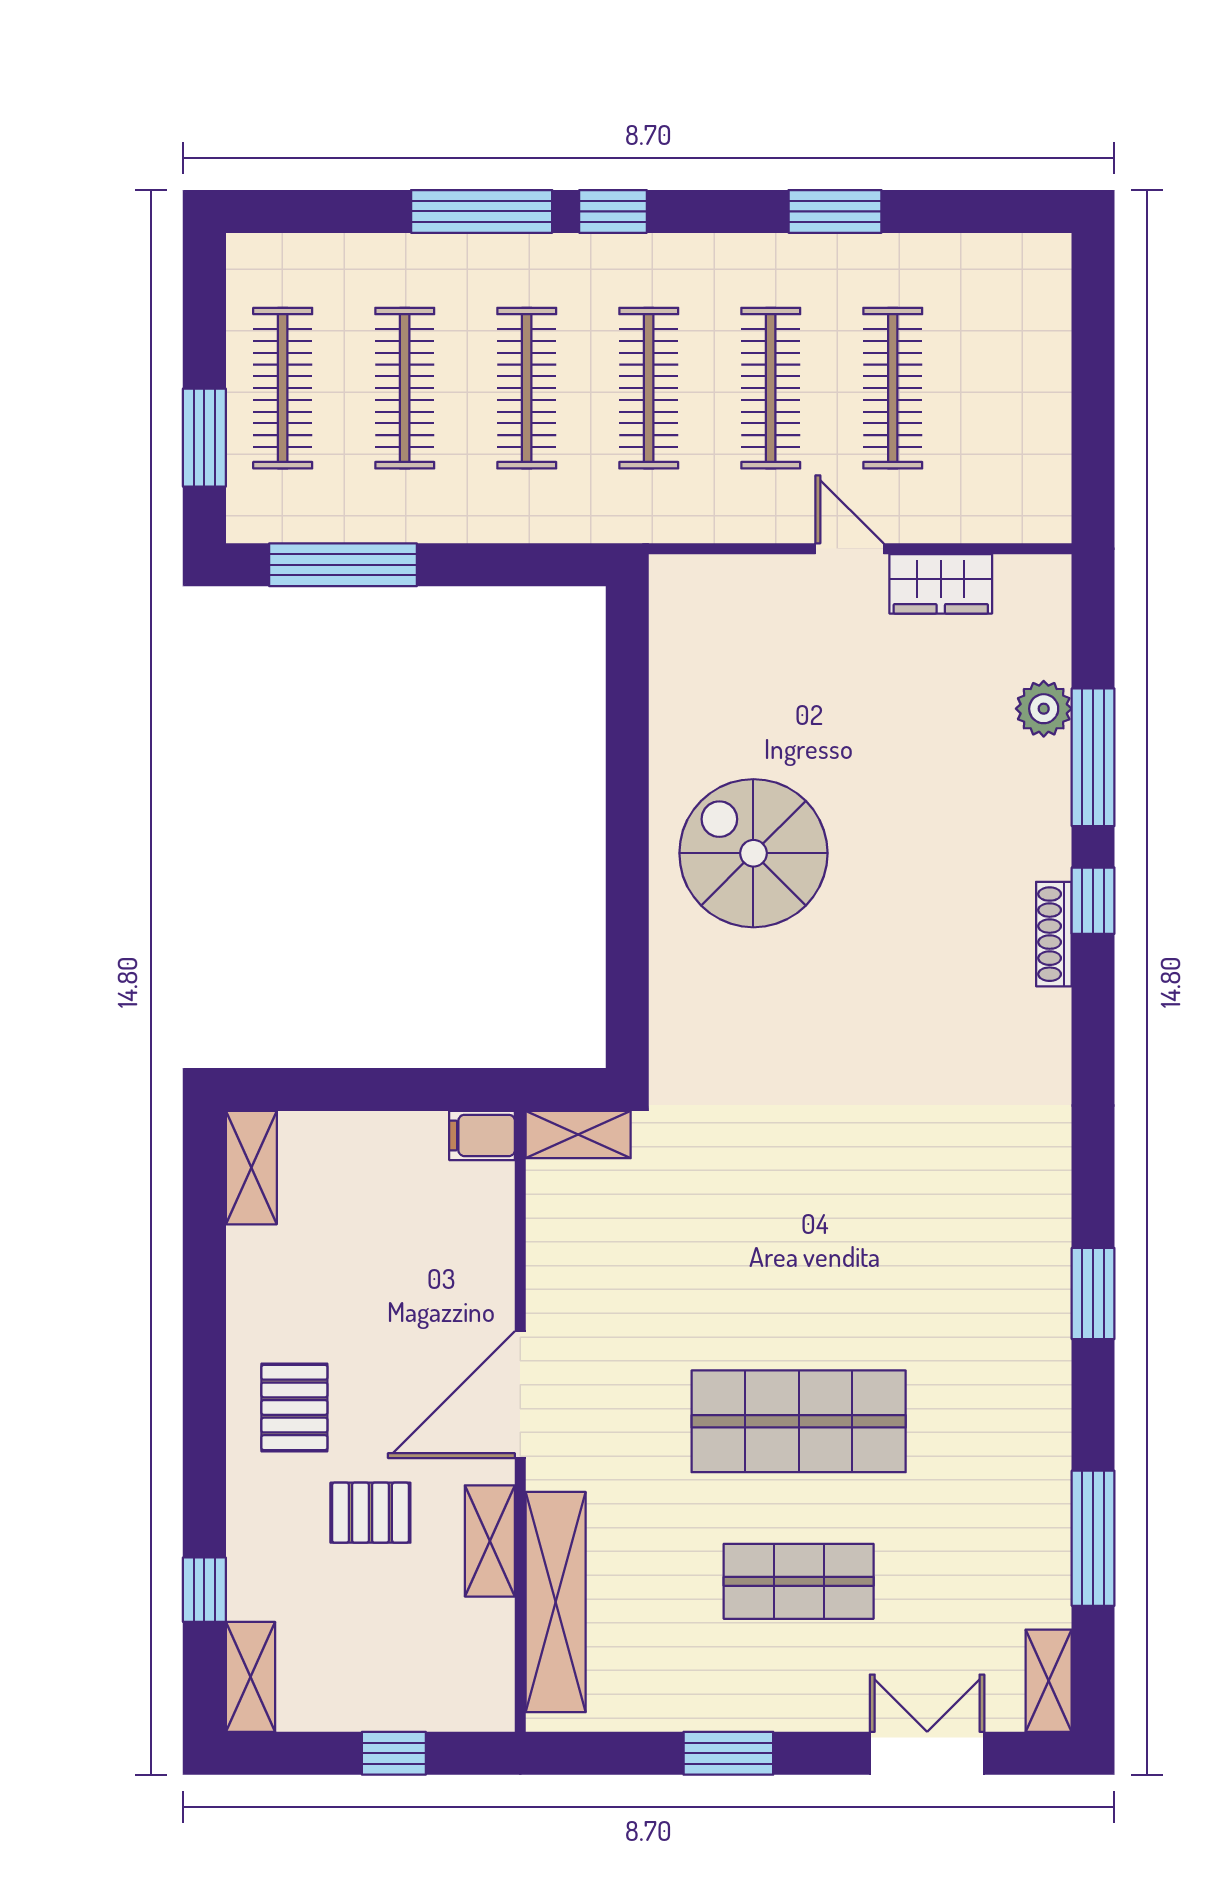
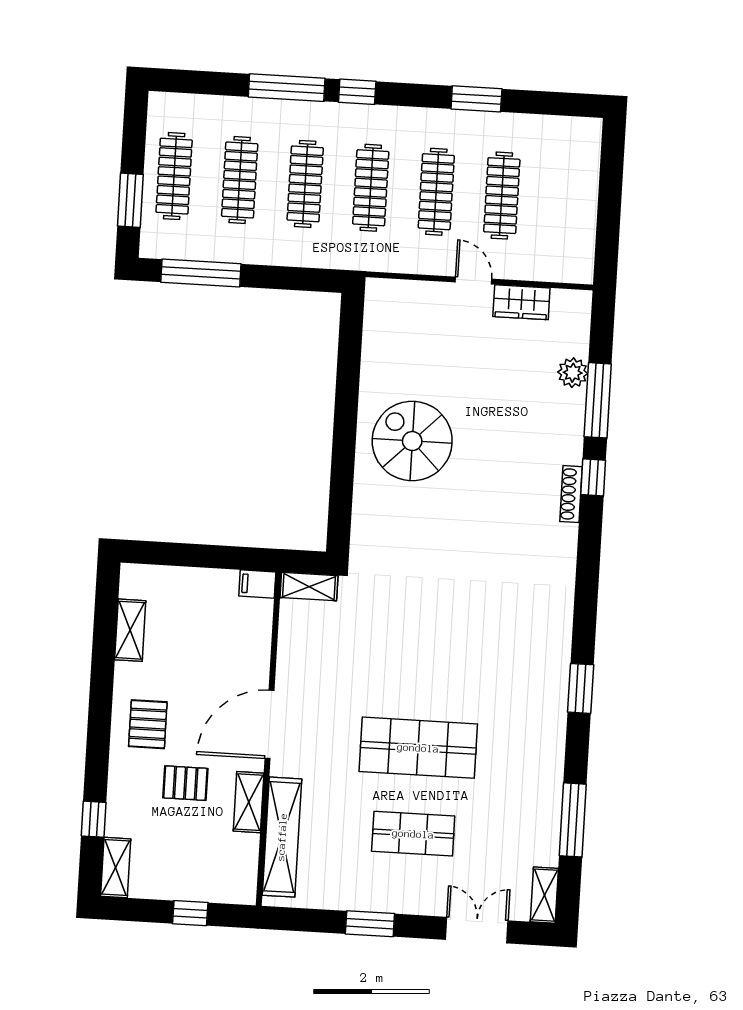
shelving: (251, 1168) -> (130, 630), moved

